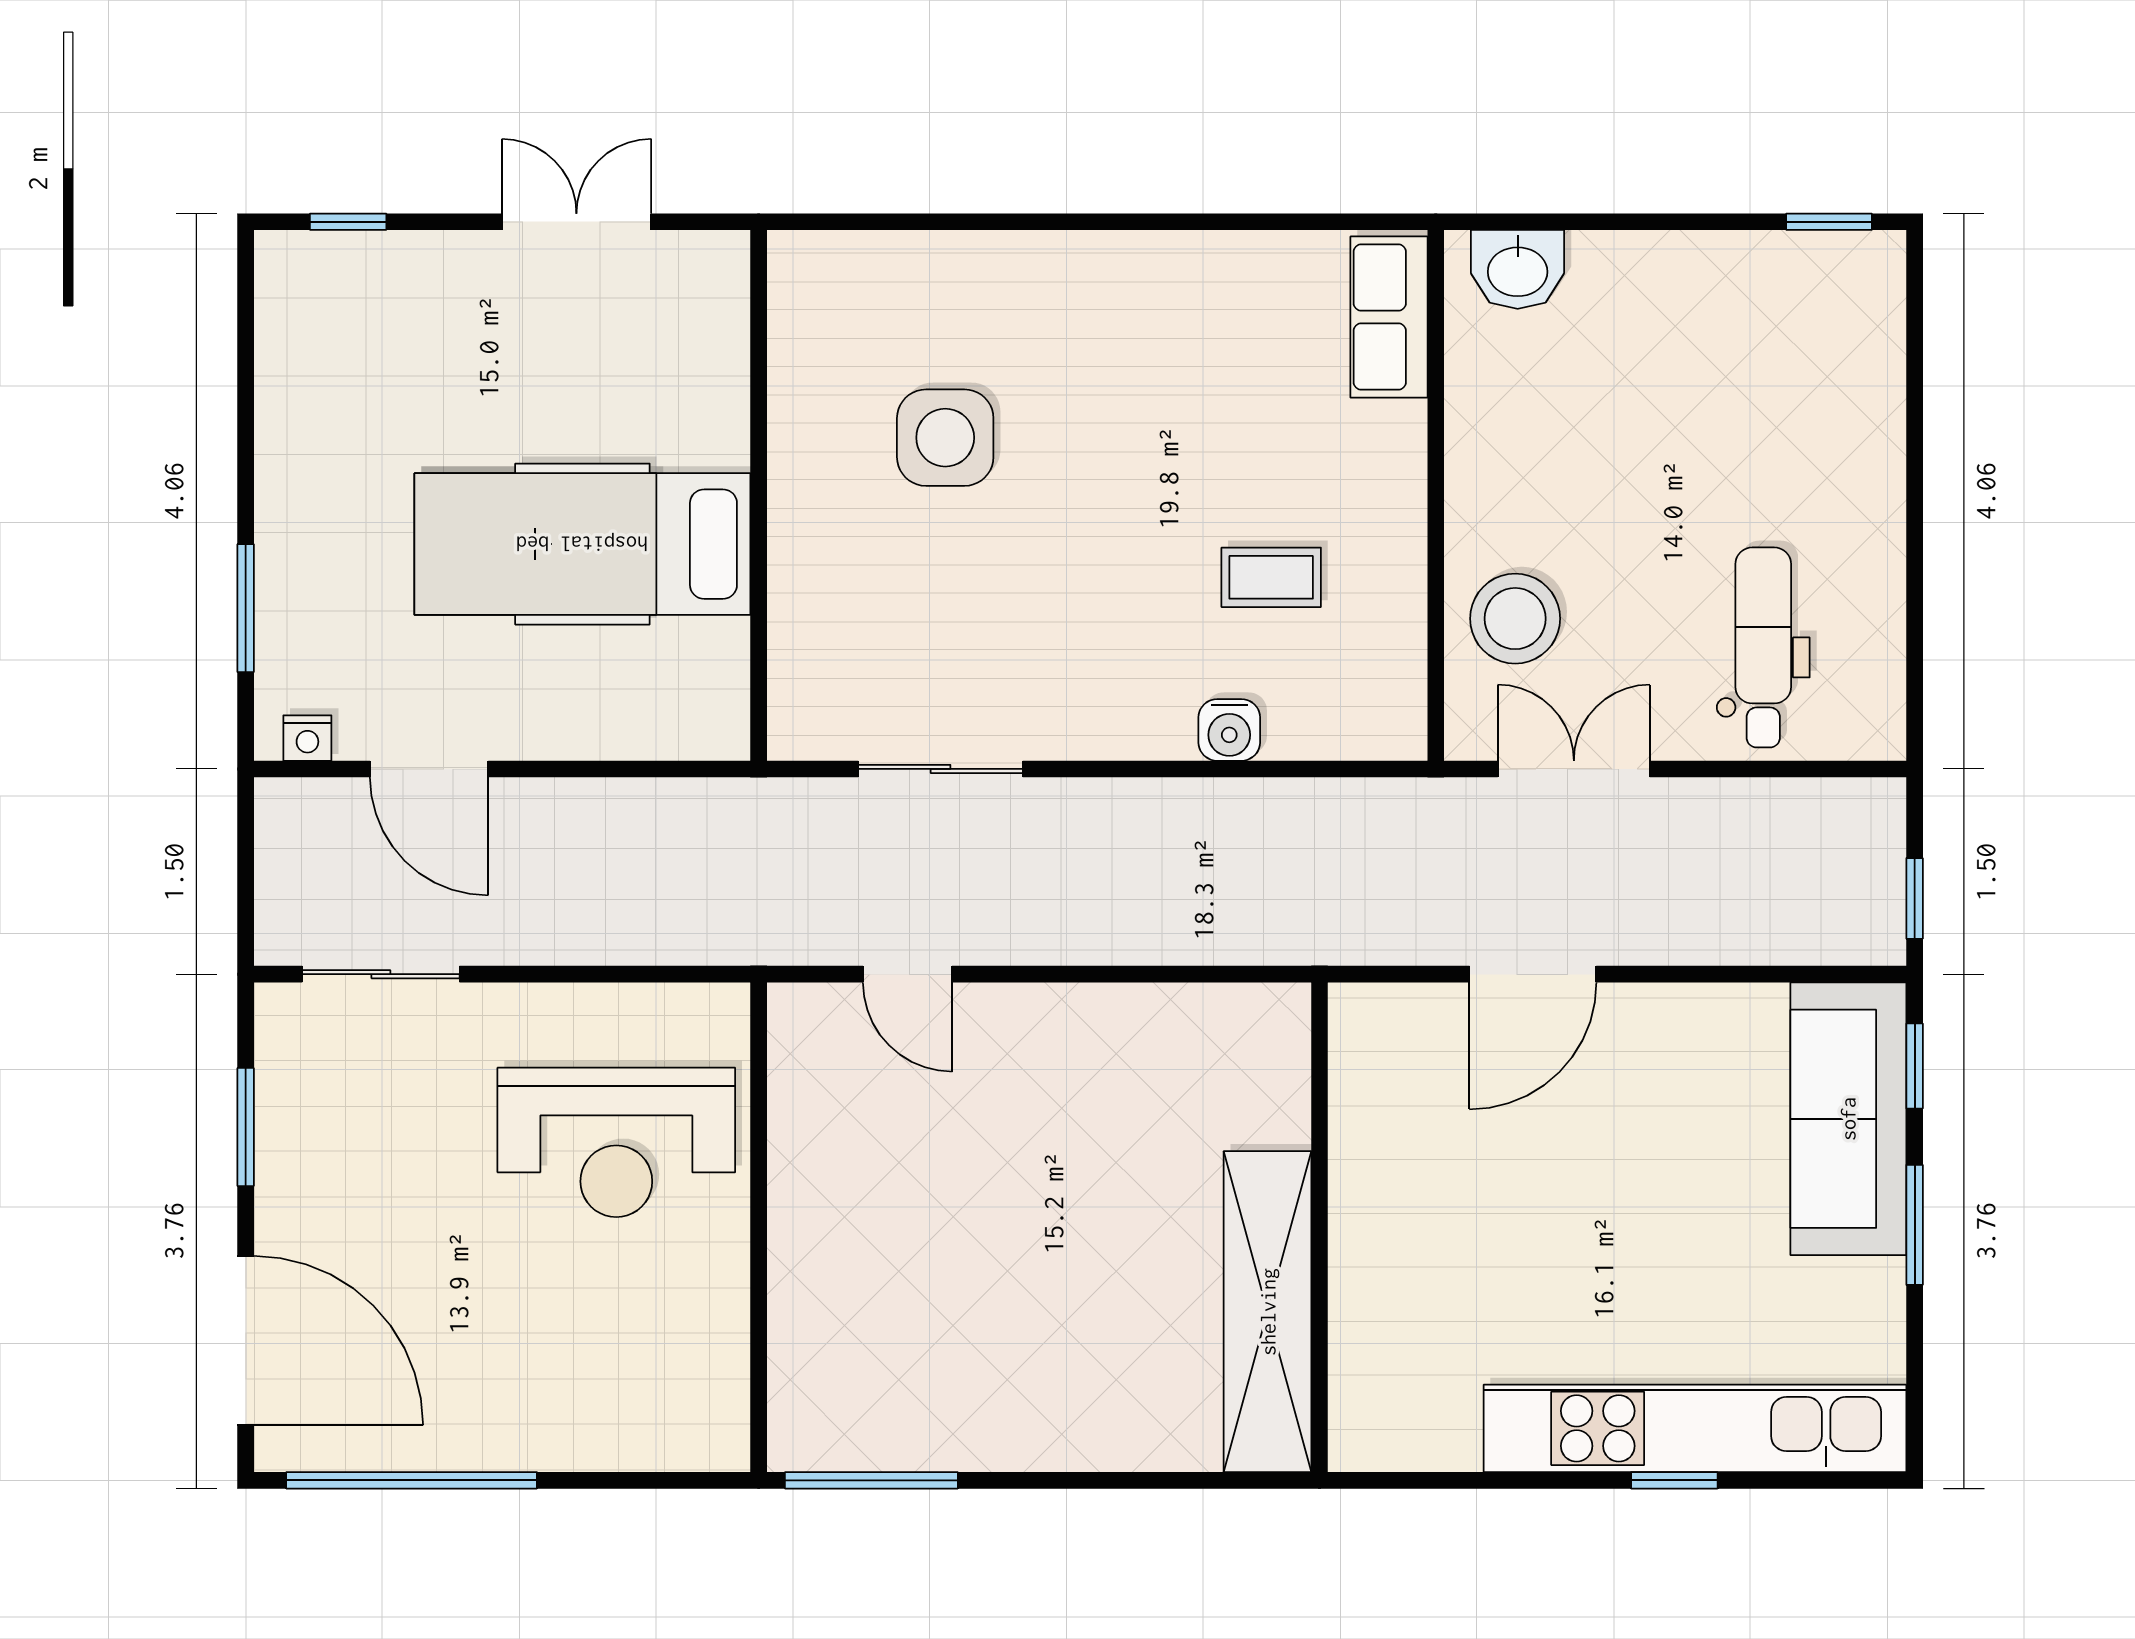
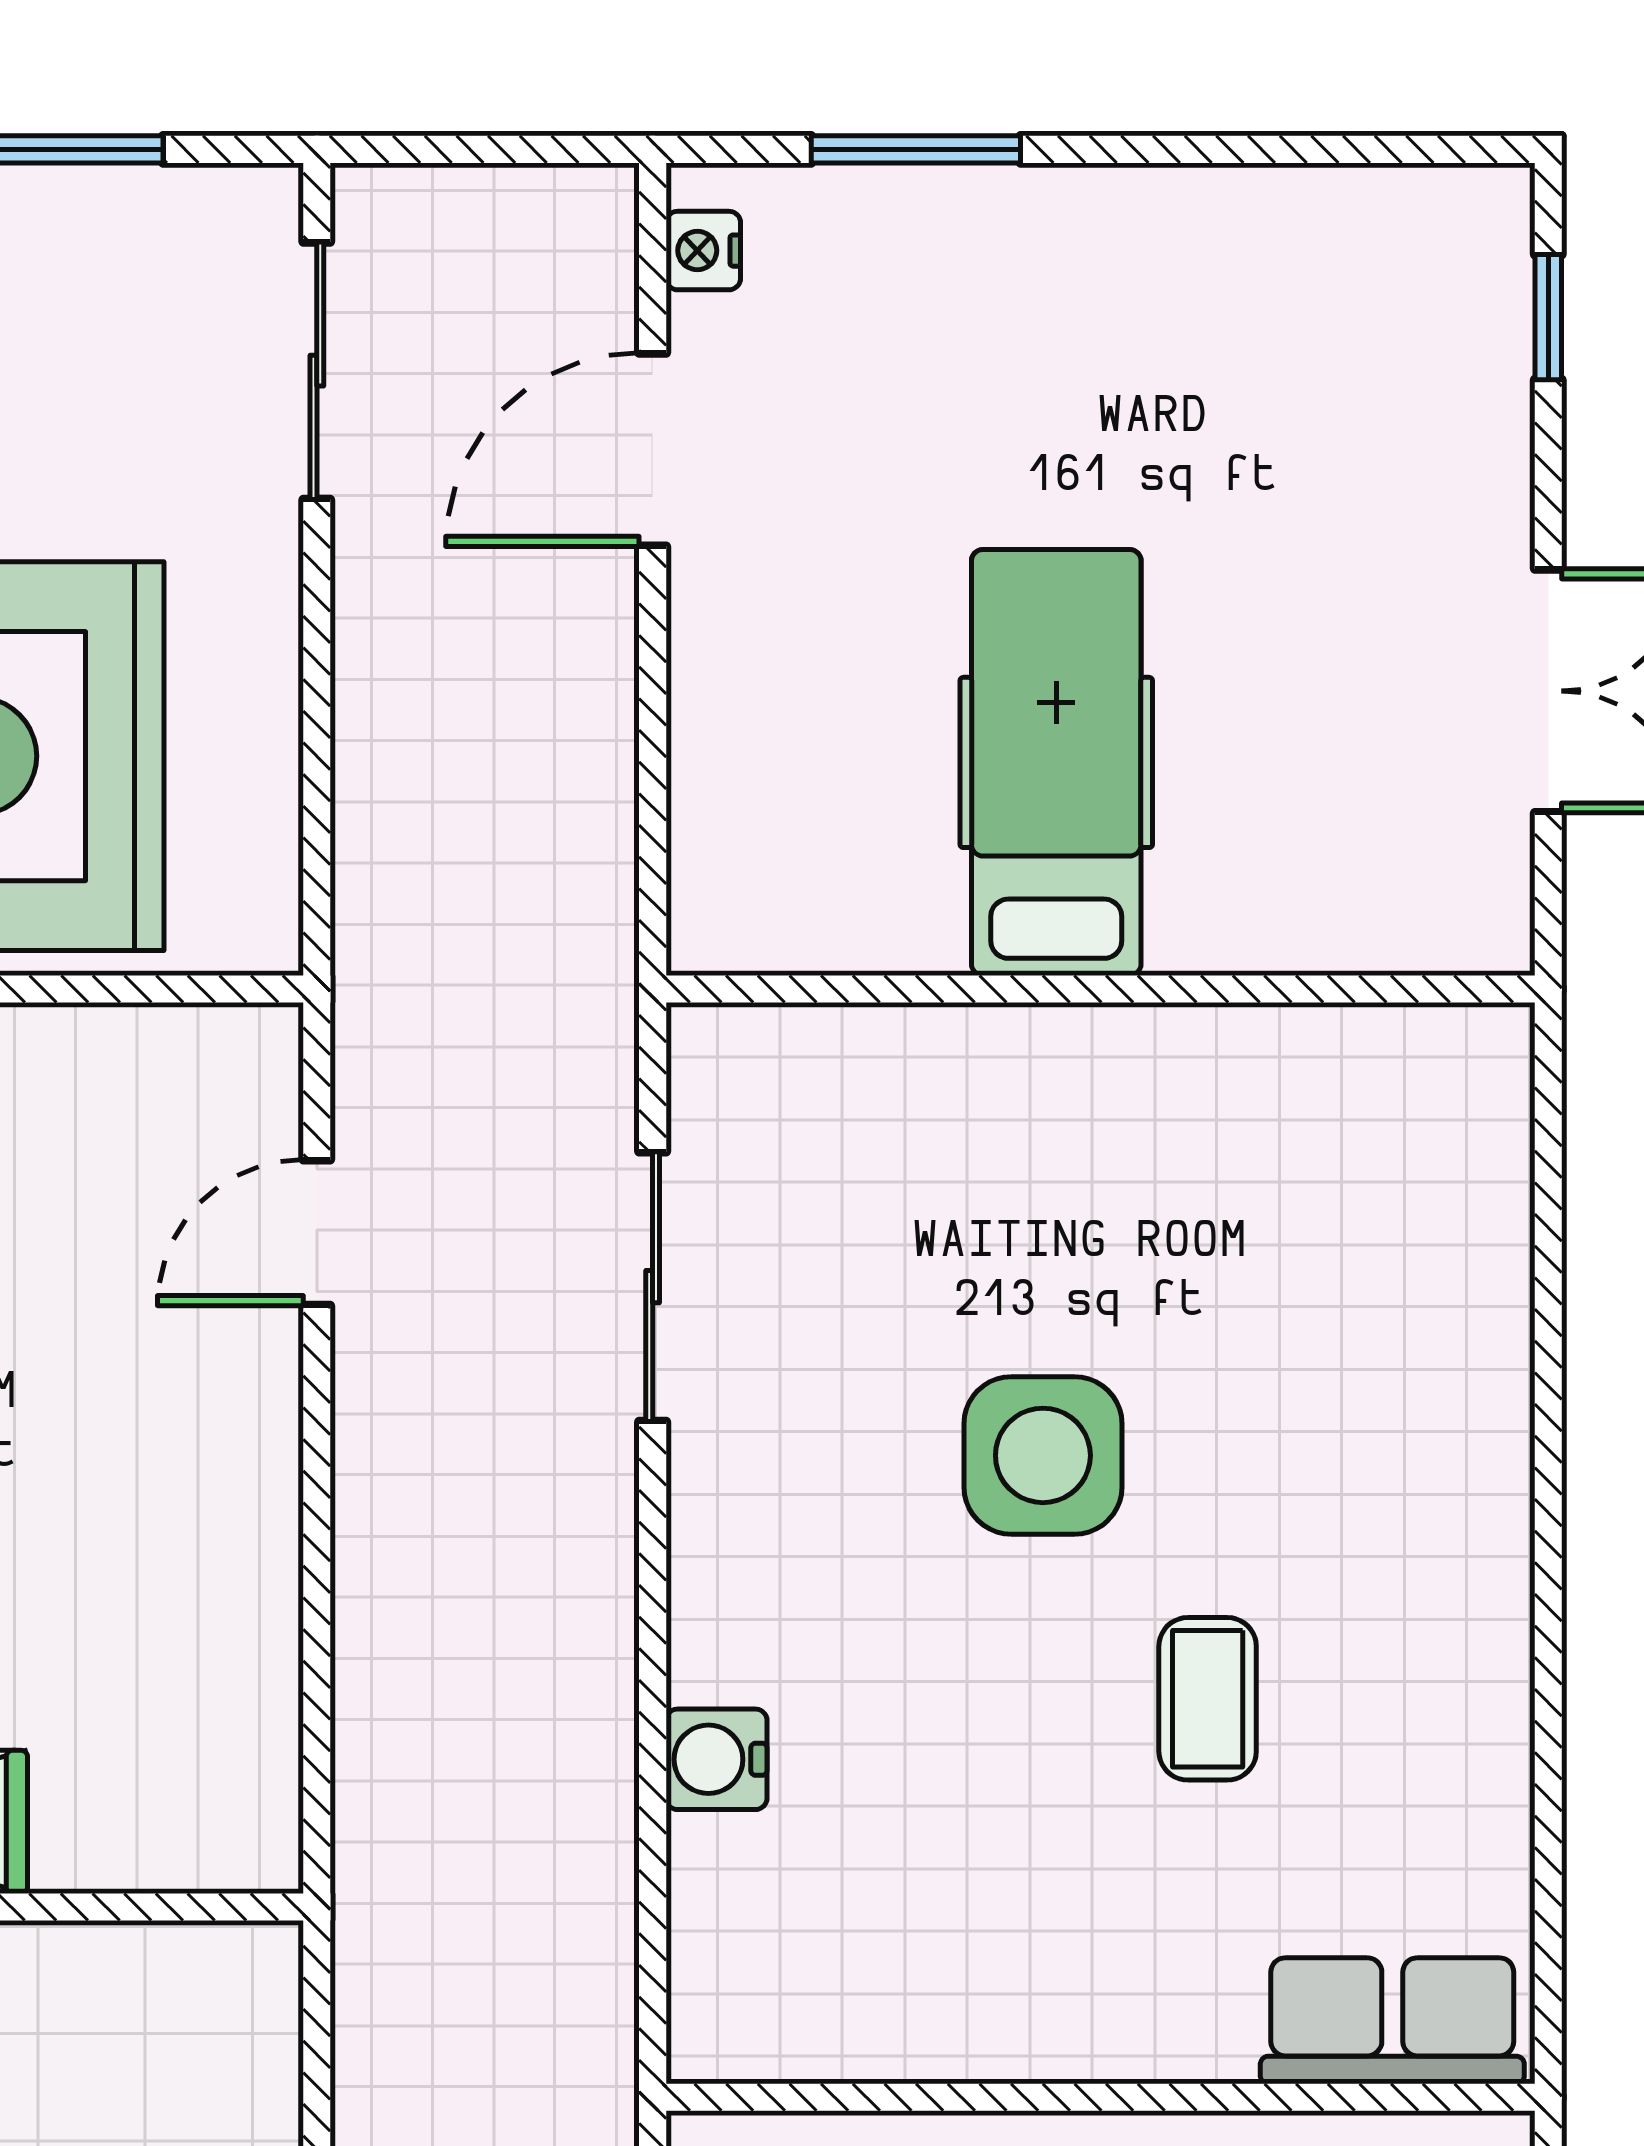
side table: (945, 438) -> (1043, 1455), moved
hospital bed: (582, 544) -> (1056, 762), width x0.73, depth x0.78
coffee table: (1271, 577) -> (1208, 1699), moved

